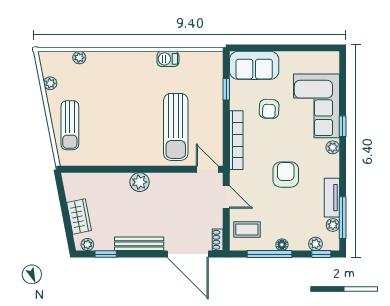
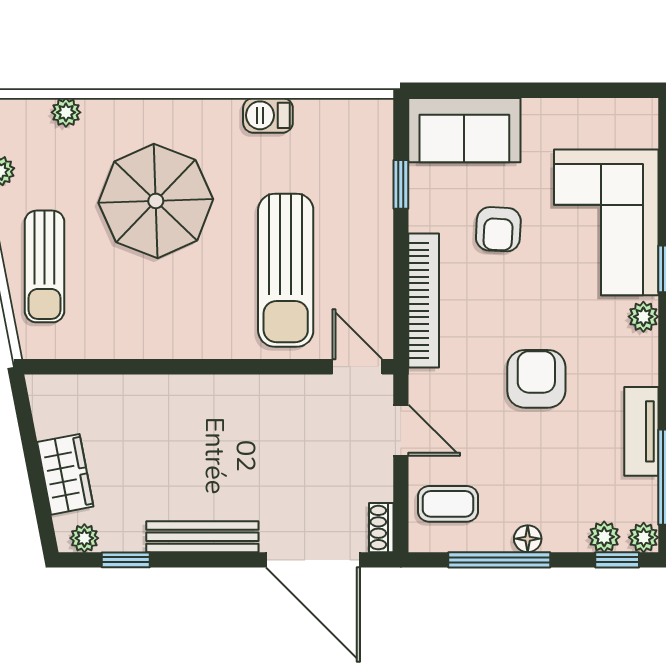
parasol: (119, 96) -> (156, 201), added
plant: (140, 182) -> (203, 396), removed
plant: (333, 225) -> (644, 537), moved

